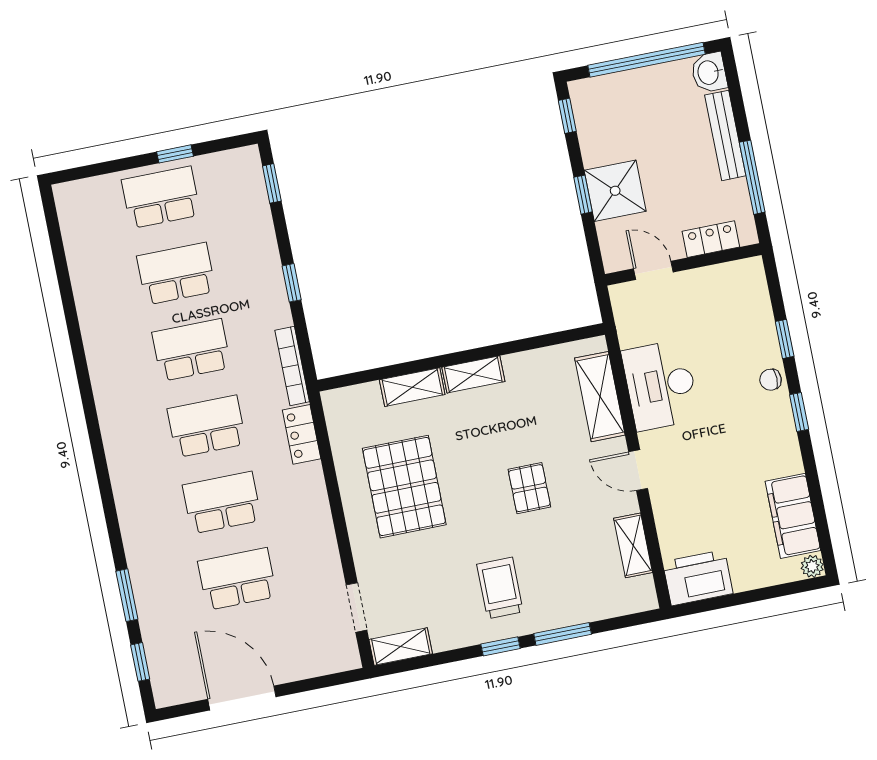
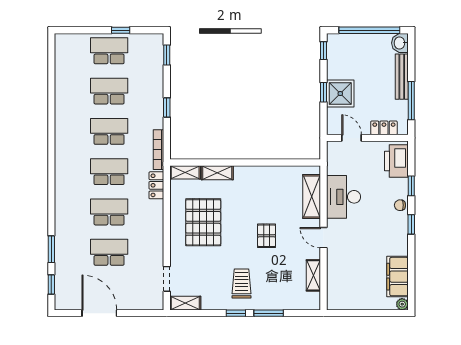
shelving: (473, 374) -> (185, 172), moved
printer: (698, 578) -> (396, 161), moved, turned -90

